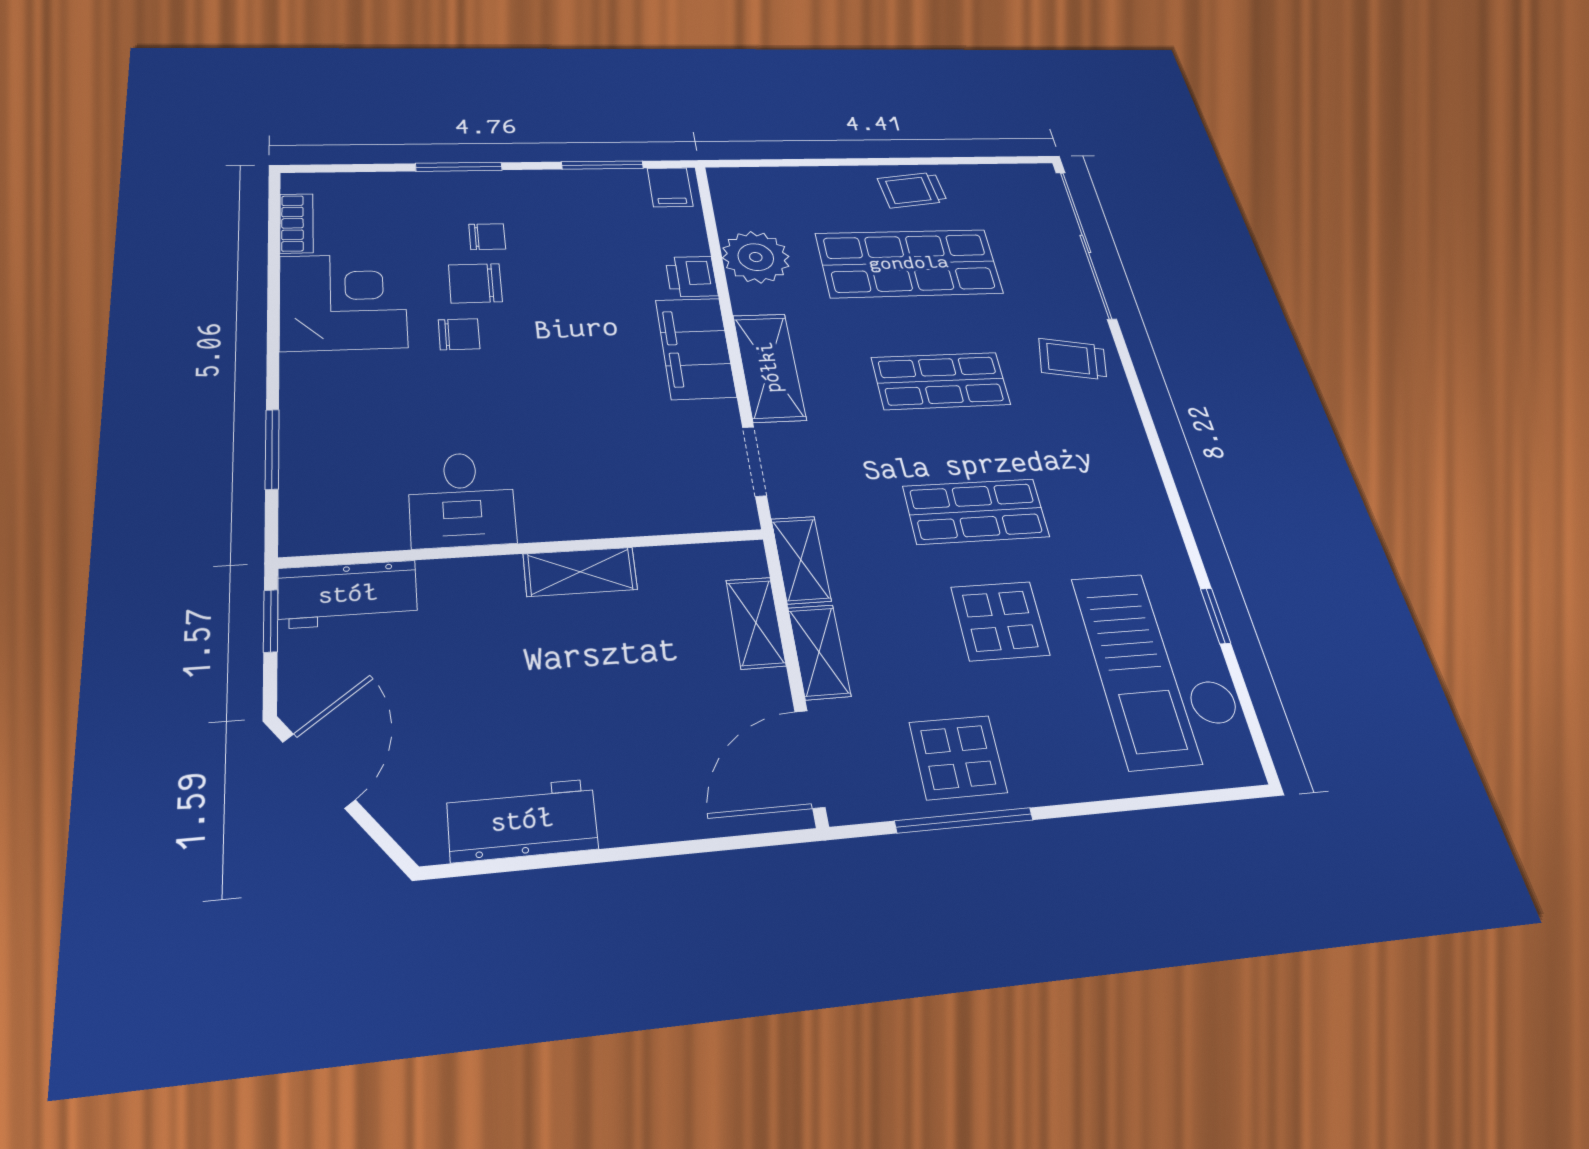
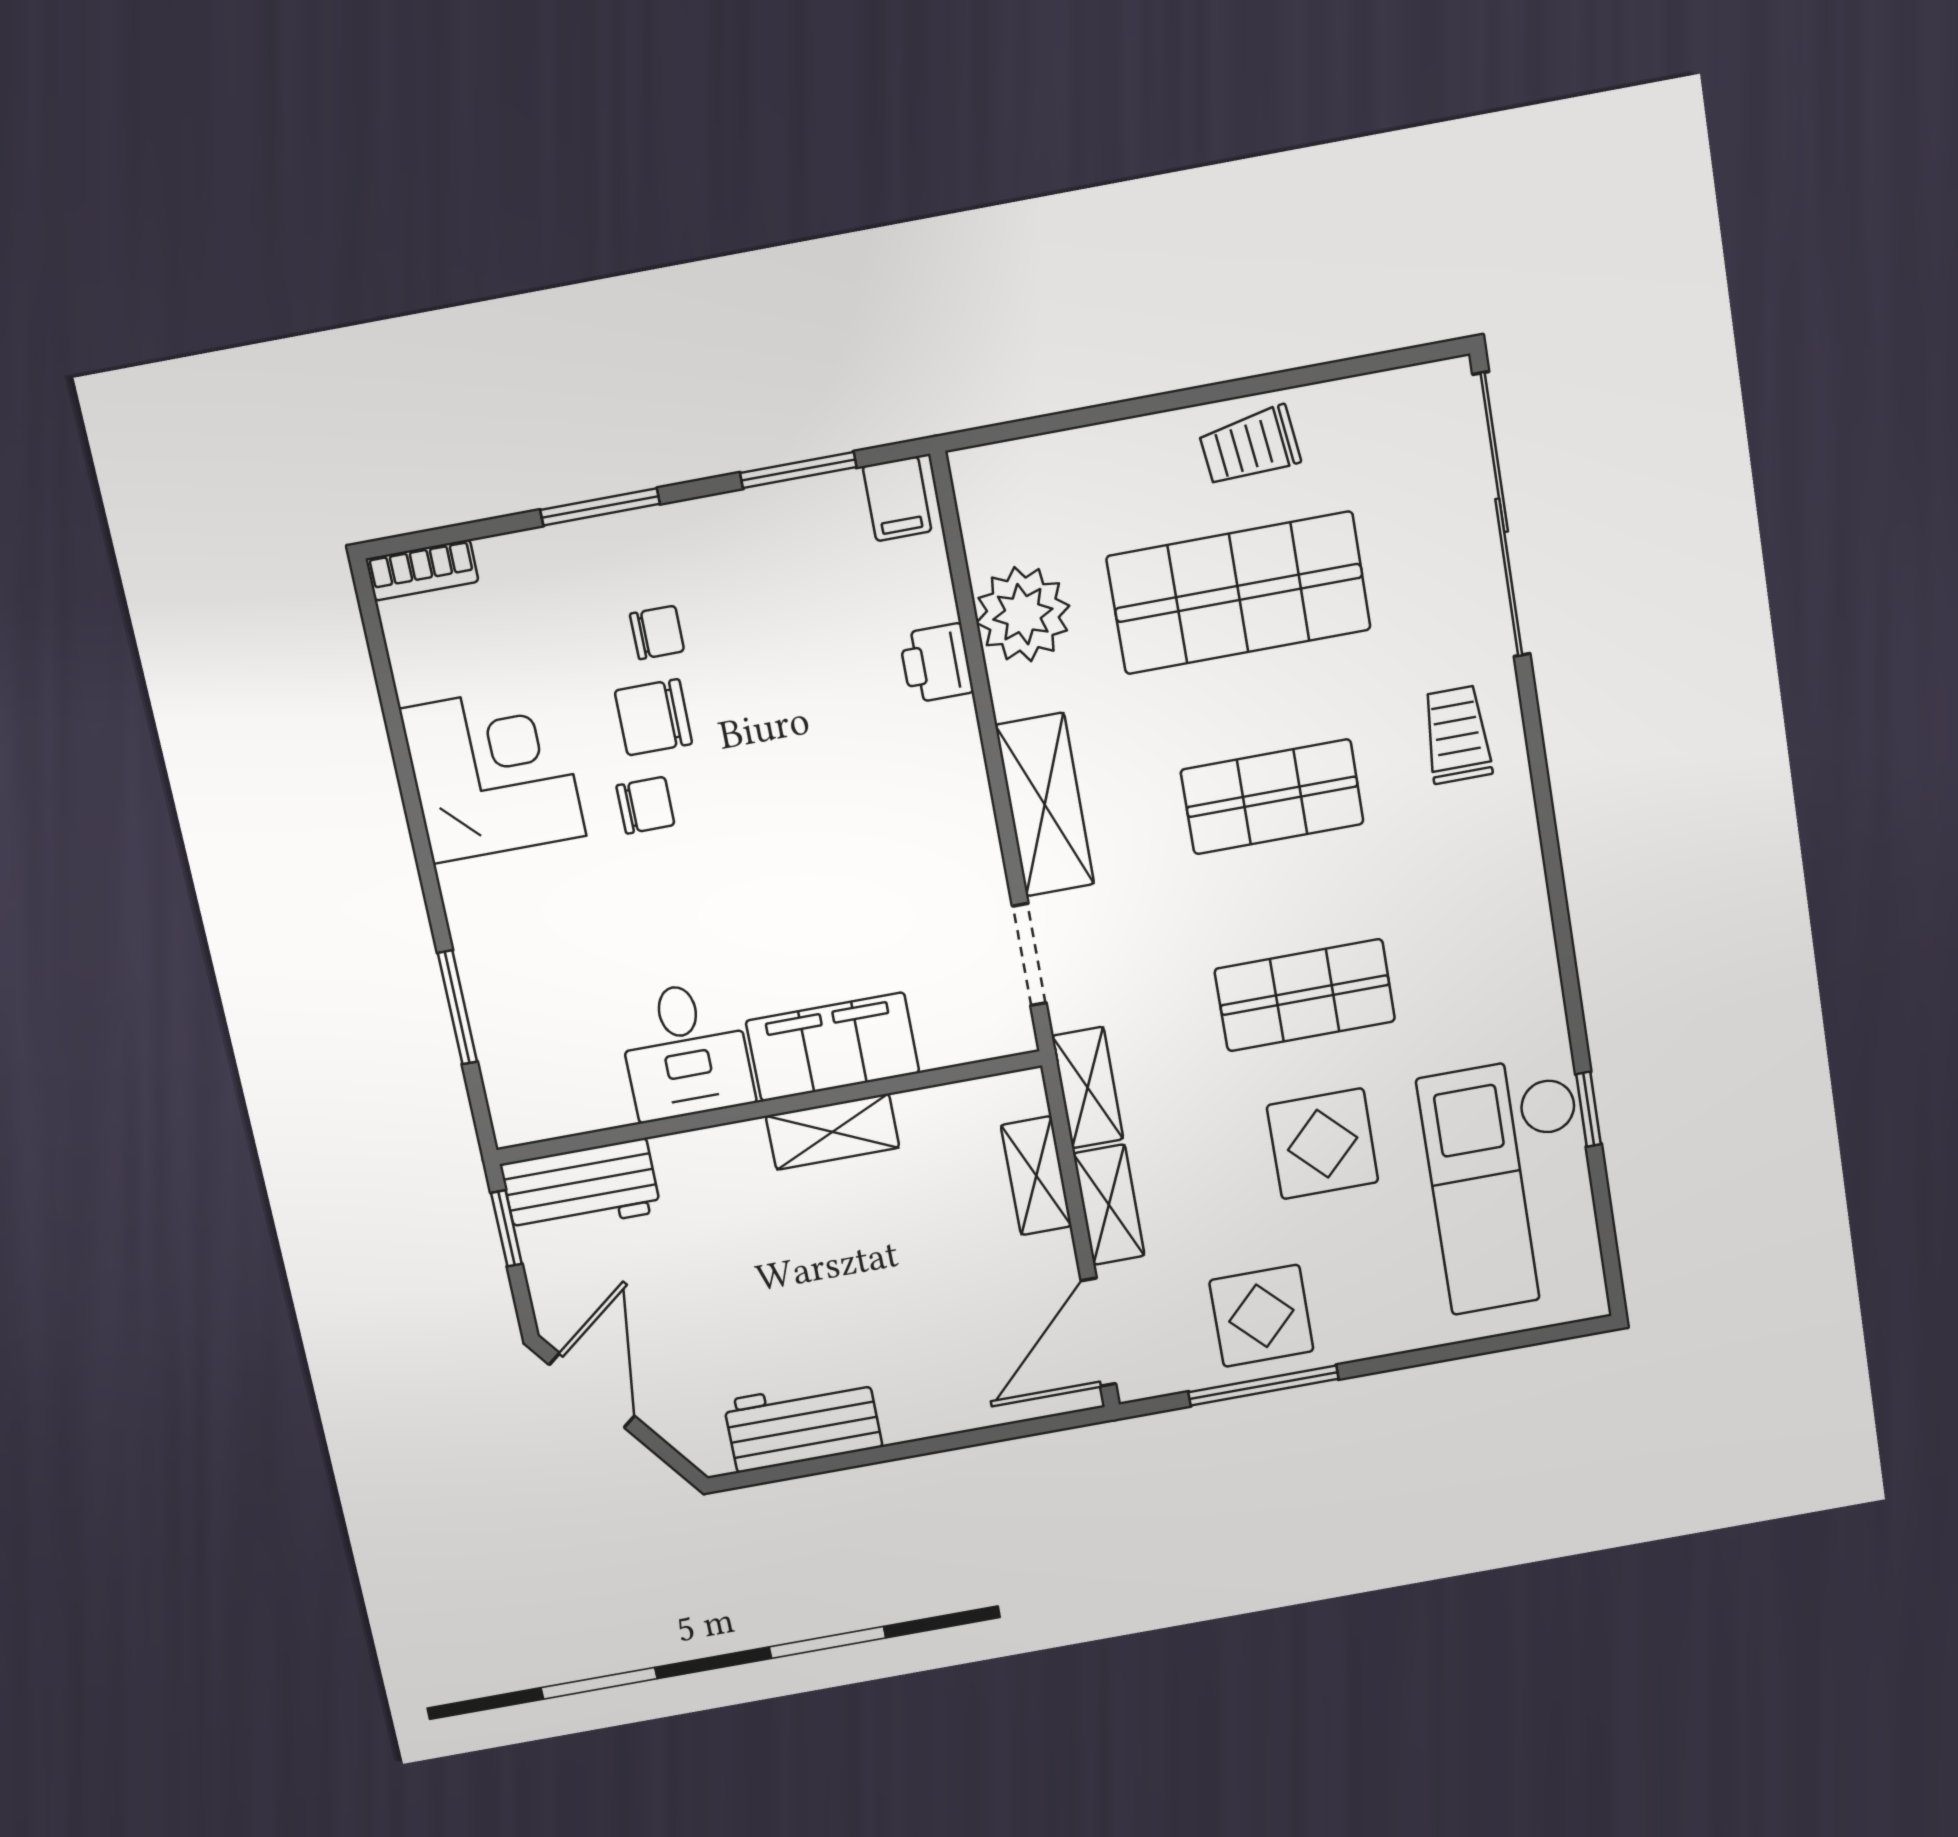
bookcase: (296, 223) -> (422, 570), moved, turned 90
filing cabinet: (696, 348) -> (833, 1047), moved, turned 90
trolley: (1073, 359) -> (1457, 735), turned 79

